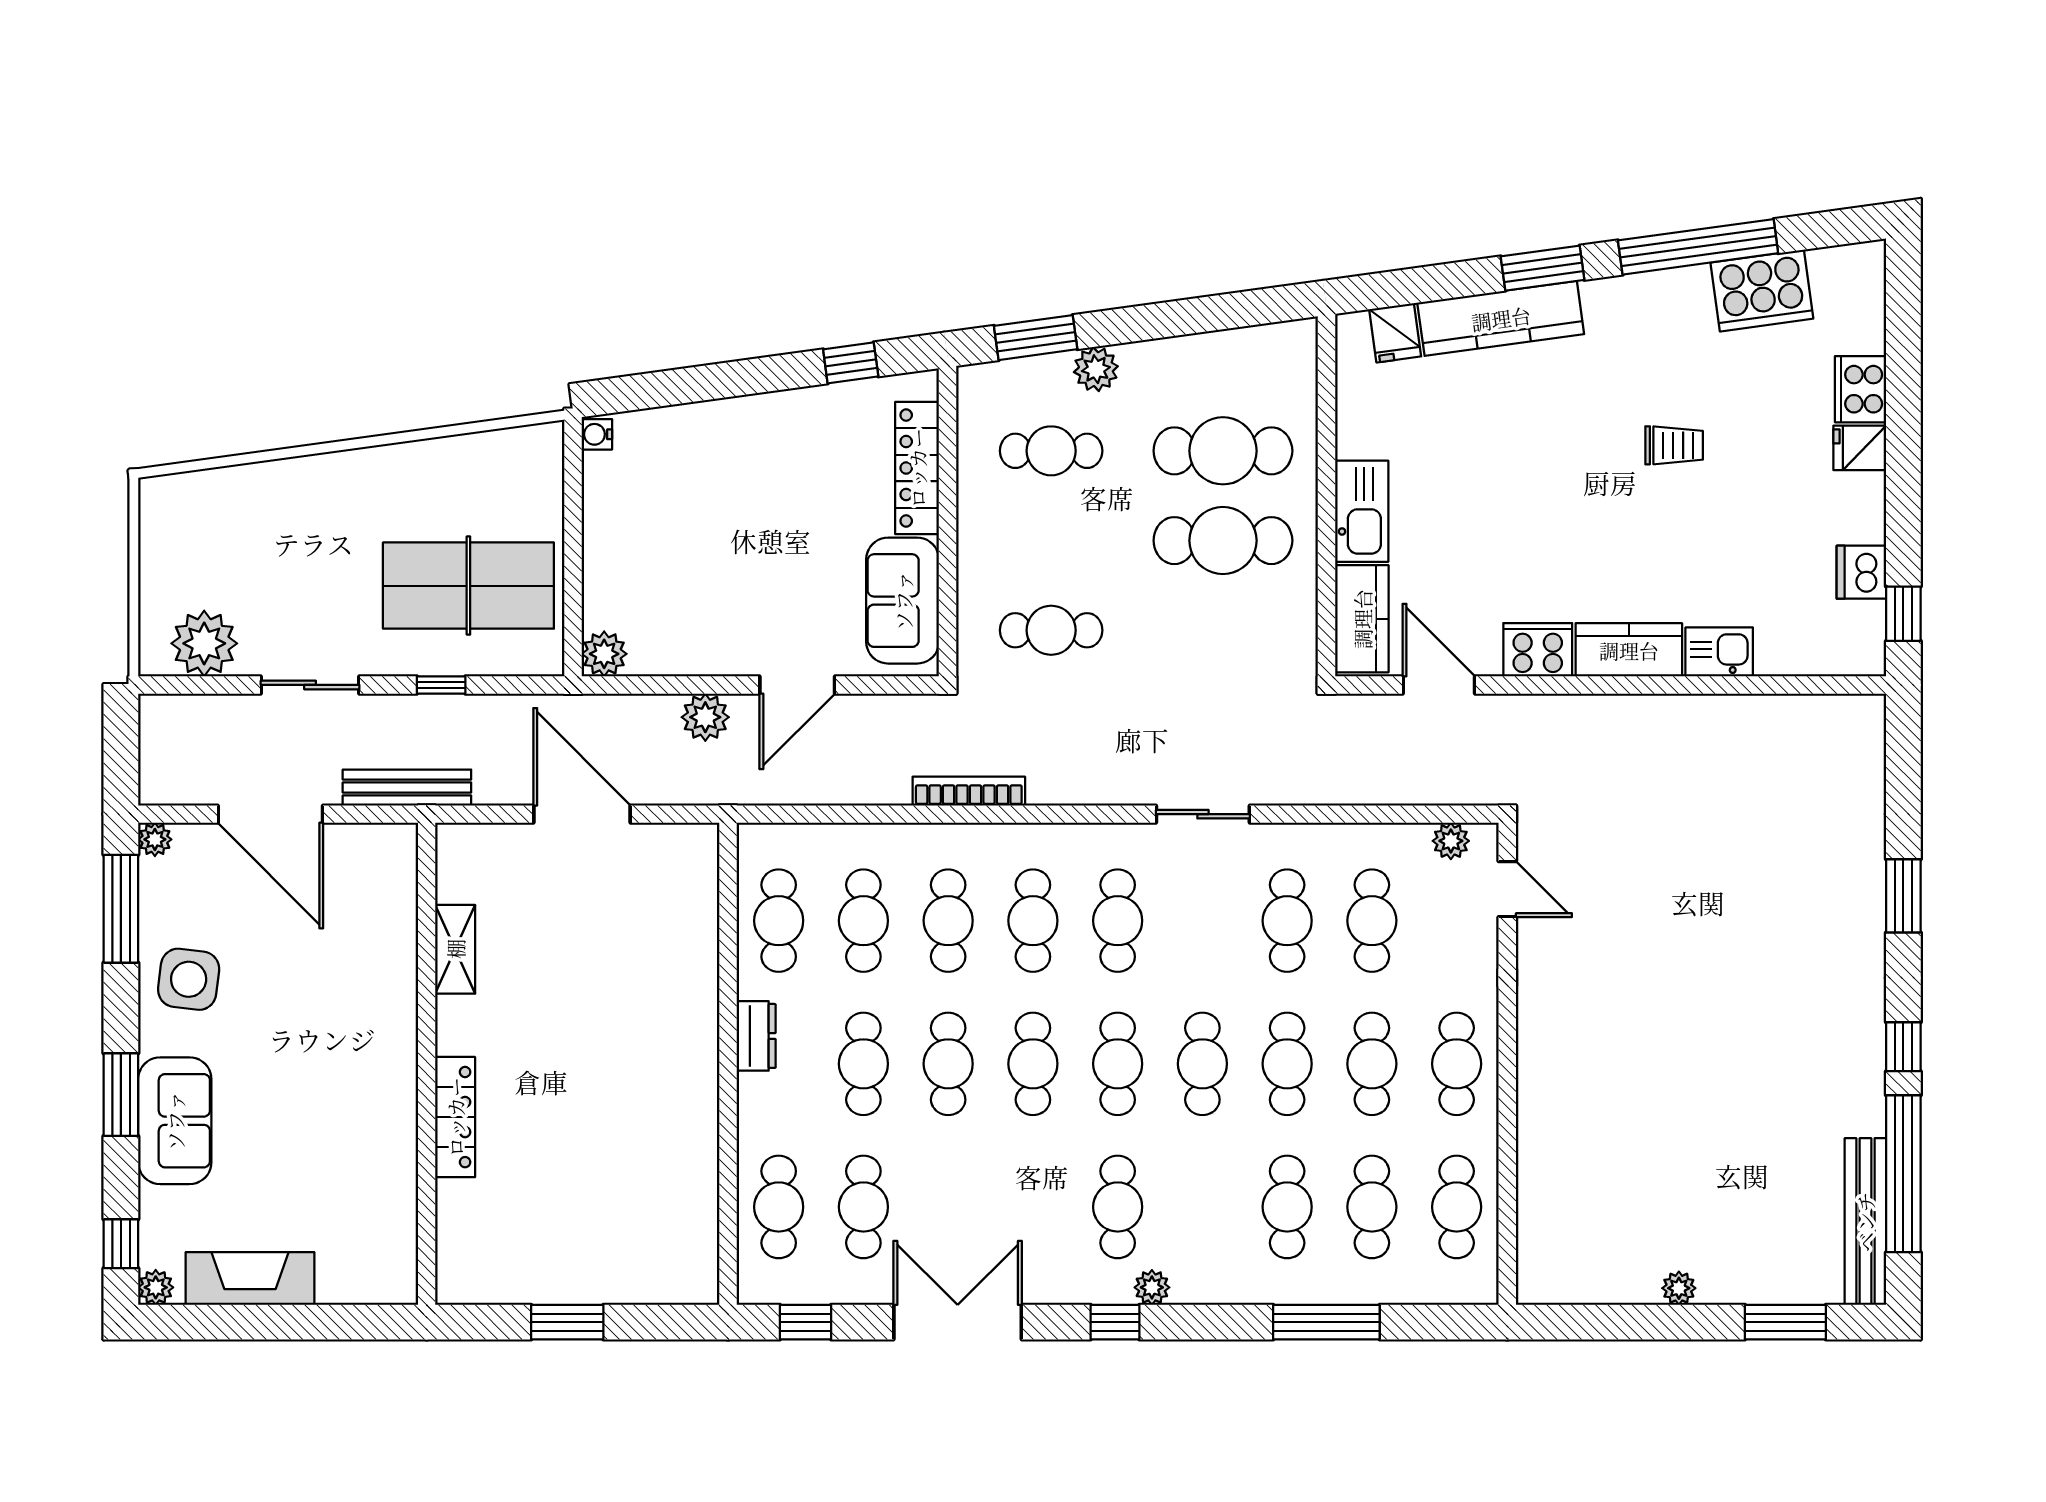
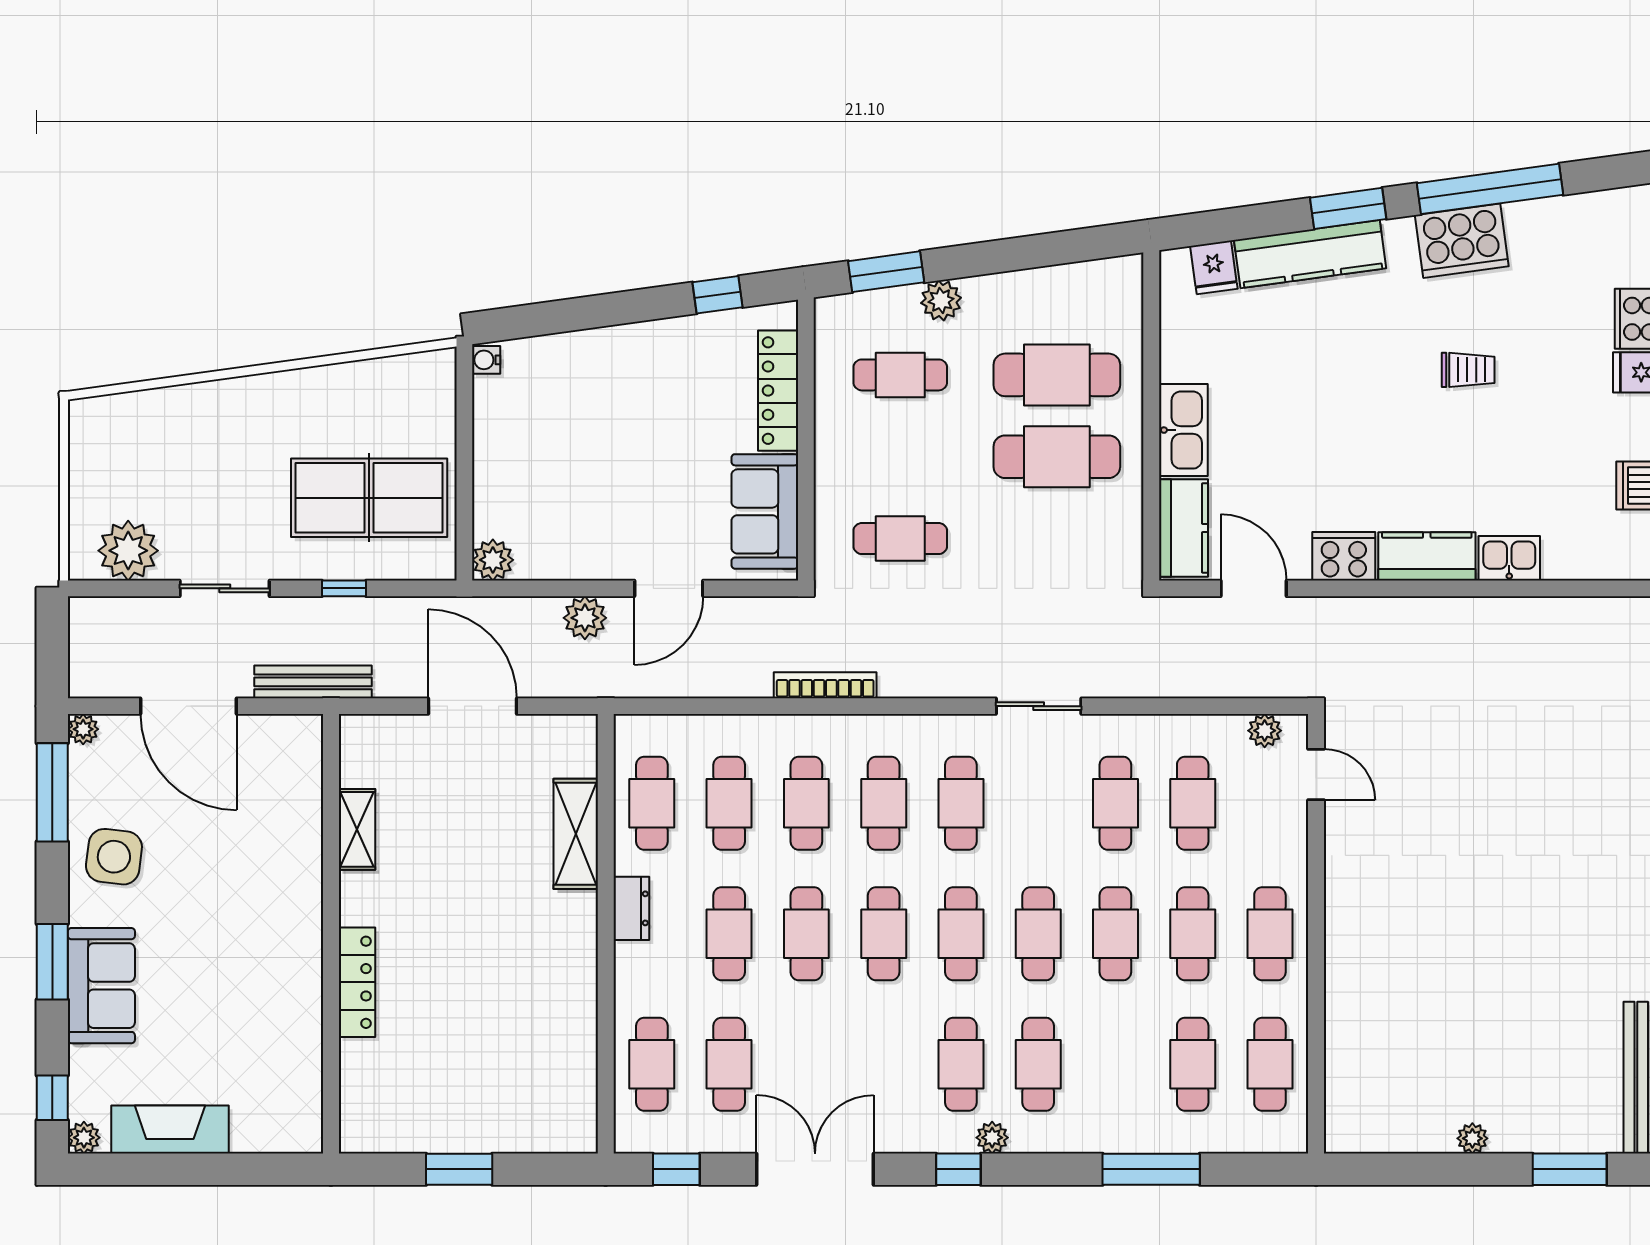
cooker: (1762, 291) -> (1462, 241), moved
shelving: (695, 954) -> (576, 834), added
cafe table: (1287, 1207) -> (1038, 1064), moved

